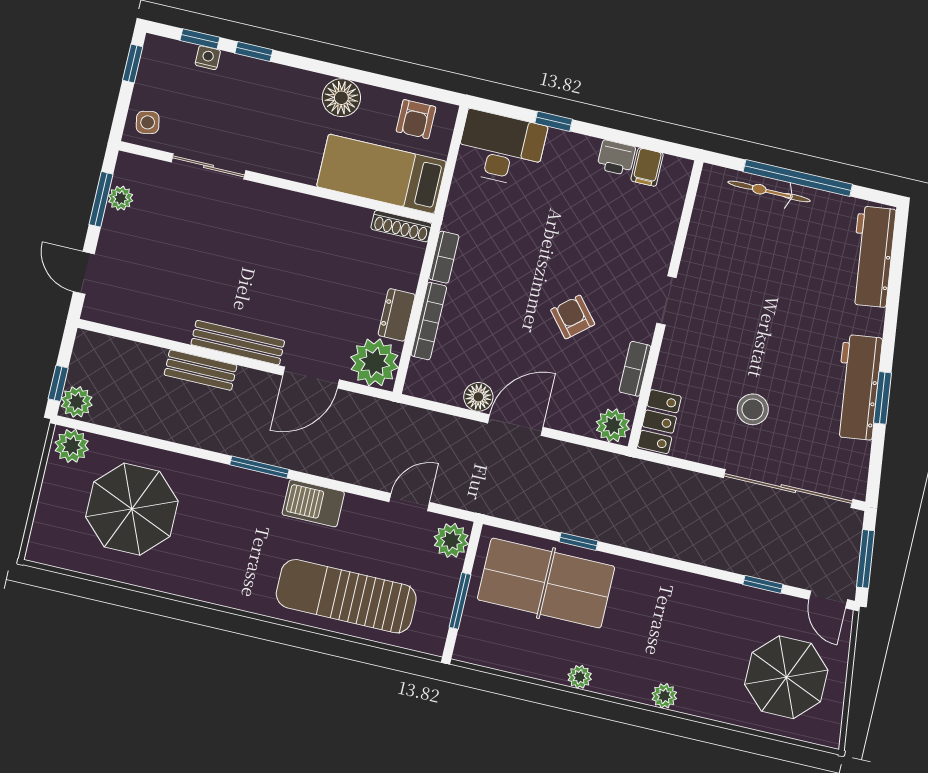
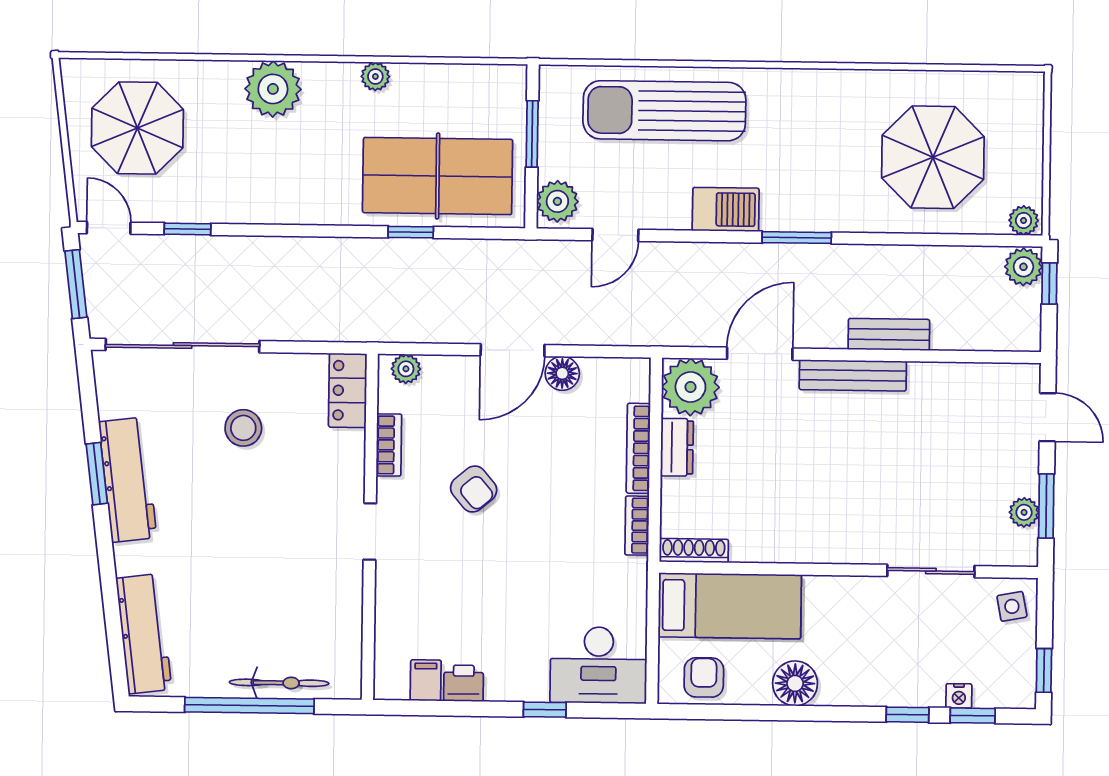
plant: (613, 425) -> (406, 369), width x0.73, depth x0.73
plant: (72, 446) -> (1024, 220), width x0.73, depth x0.73
sun lounger: (346, 596) -> (664, 111), turned 180
plant: (664, 696) -> (273, 89), width x1.87, depth x1.87

